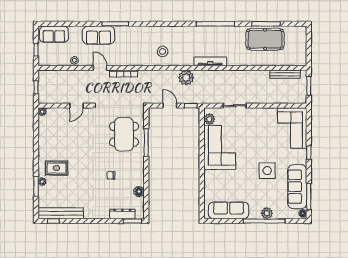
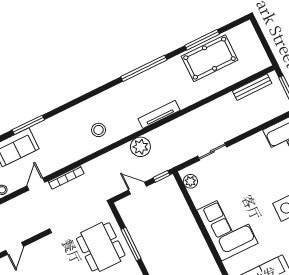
door: (100, 68) -> (36, 184), hinge flipped
door: (76, 106) -> (15, 248), moved
corner sofa: (220, 147) -> (227, 227), moved

